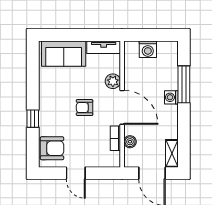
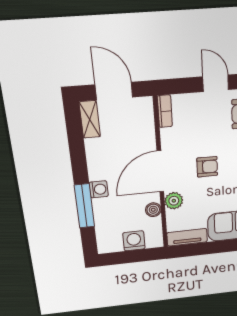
door: (122, 107) -> (160, 171), hinge flipped
bookcase: (115, 138) -> (165, 111), moved
boiler: (130, 142) -> (153, 210), moved

